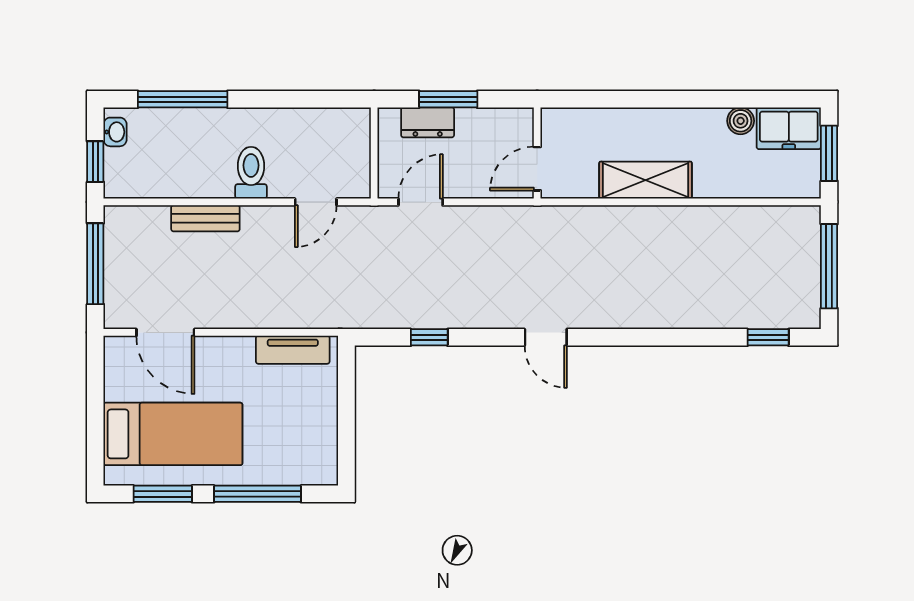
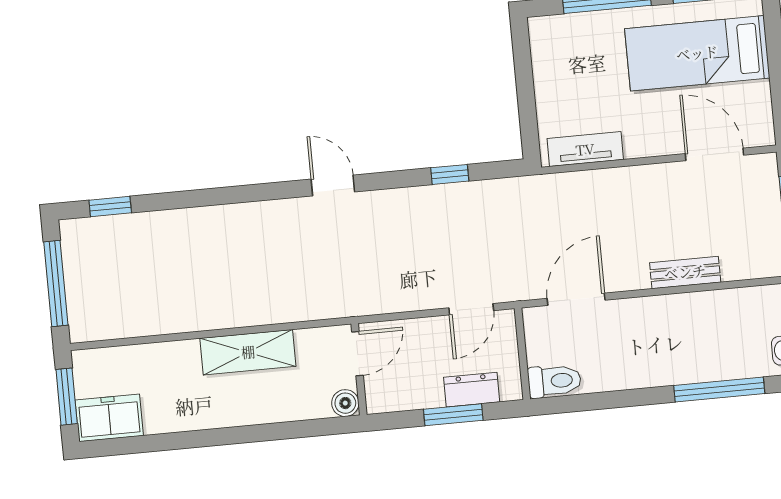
boiler: (741, 121) -> (345, 403), moved
toilet: (251, 173) -> (554, 381), moved, turned -90
door: (316, 202) -> (576, 299), width x1.38

